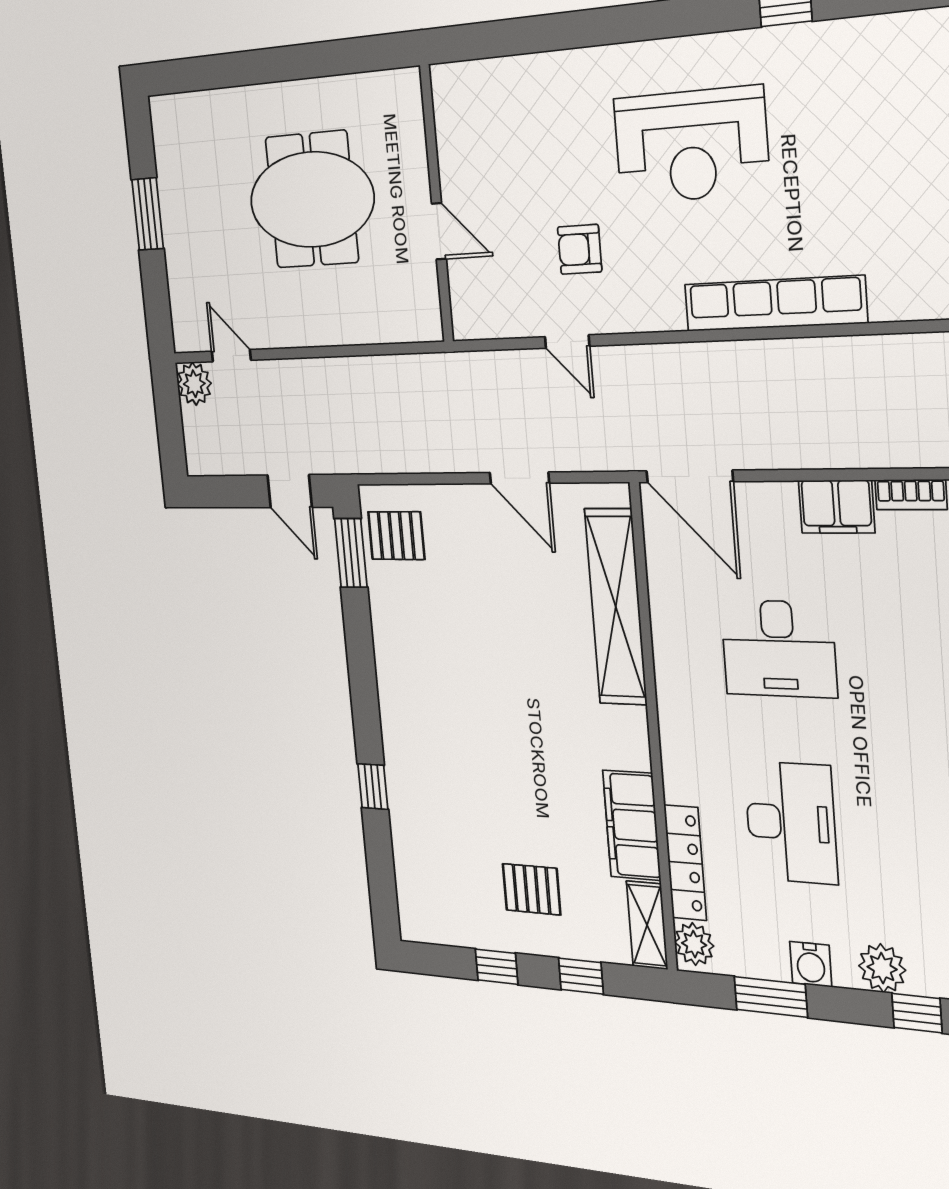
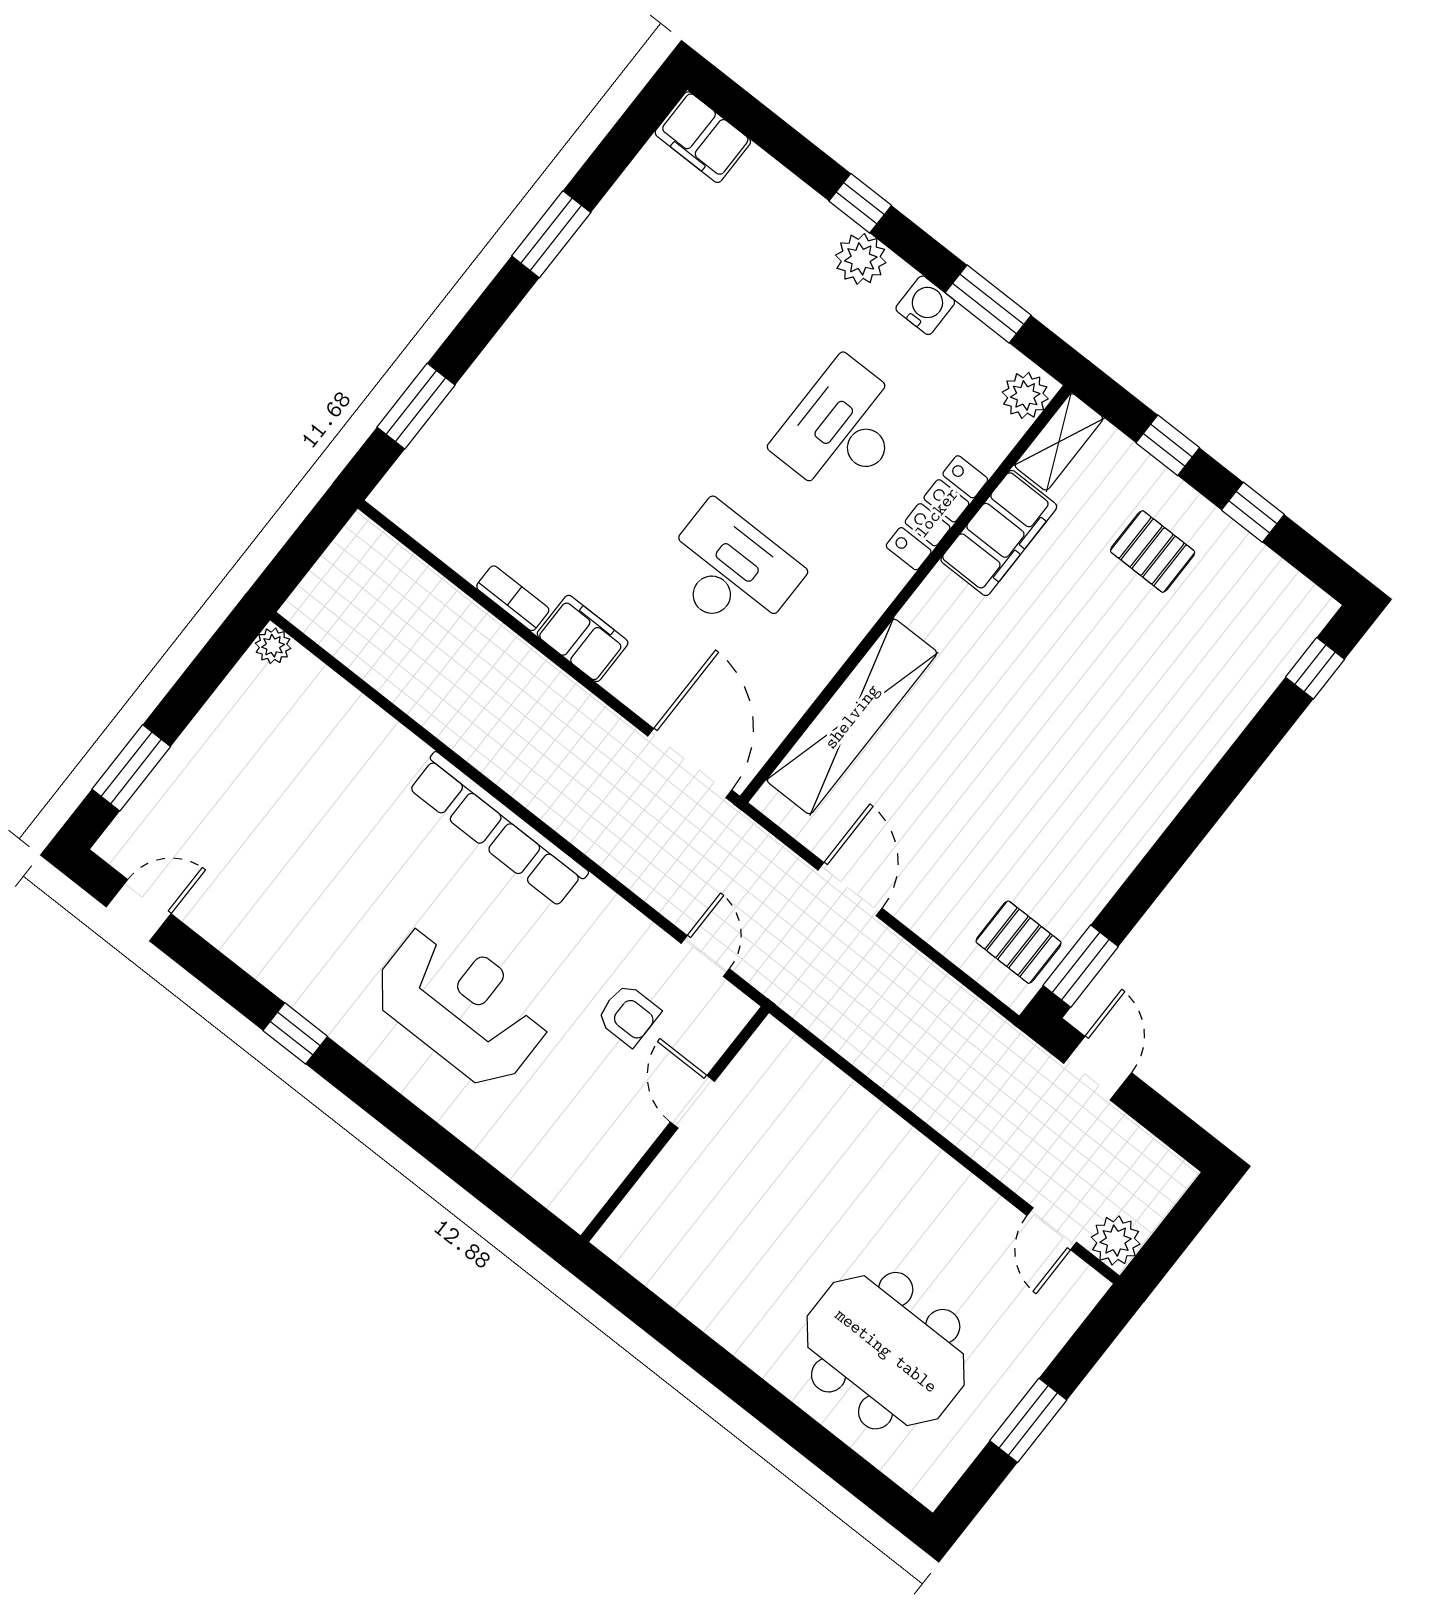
meeting table: (312, 200) -> (886, 1351), moved
wall: (437, 204) -> (675, 1124), moved
door: (439, 231) -> (692, 1102), moved
window: (373, 786) -> (1315, 668), moved
locker: (685, 863) -> (937, 513), moved

